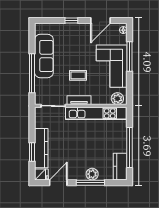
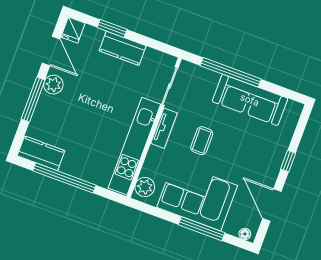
kitchen counter: (41, 148) -> (123, 48), width x0.67
plant: (92, 174) -> (53, 85), moved

